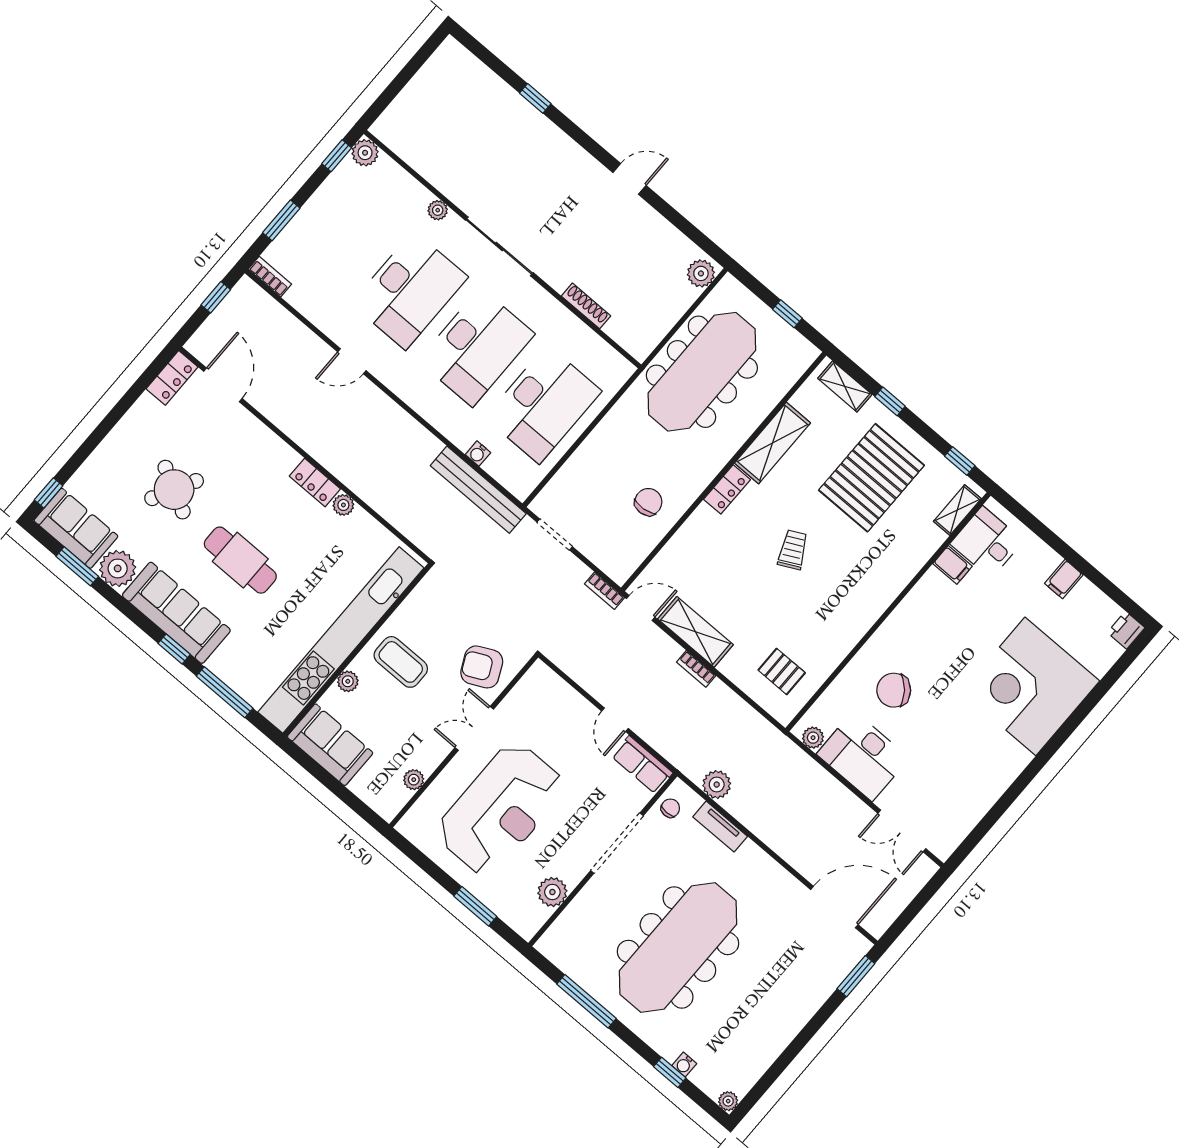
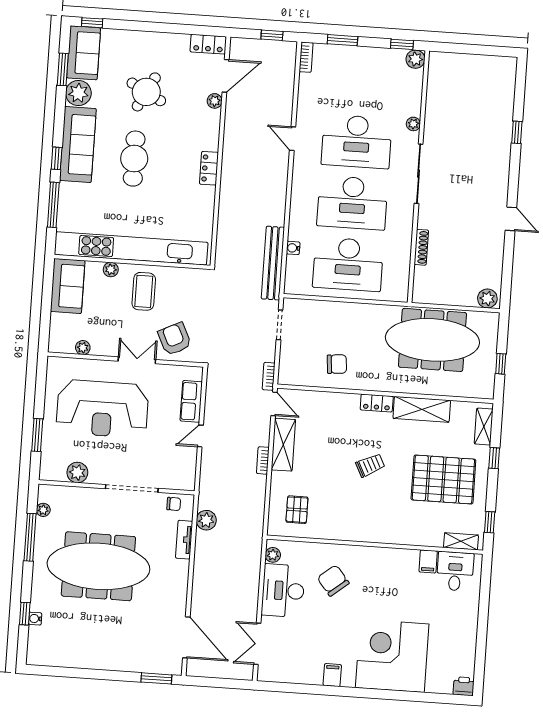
plant: (343, 505) -> (215, 101), moved
filing cabinet: (1064, 579) -> (332, 675), moved, turned 90
row of seats: (642, 765) -> (191, 401), moved
plant: (728, 1101) -> (43, 510), moved

